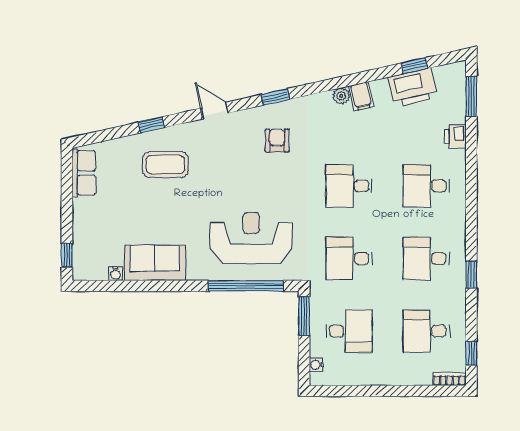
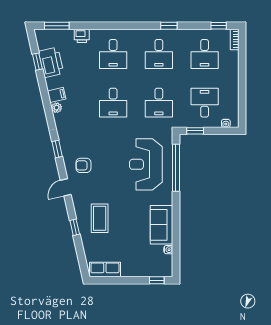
armchair: (277, 141) -> (83, 165), moved
window: (304, 316) -> (195, 131), width x0.67

